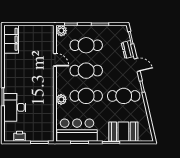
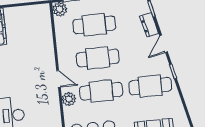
door: (55, 60) -> (58, 79), moved
door: (137, 65) -> (164, 44), swing flipped

